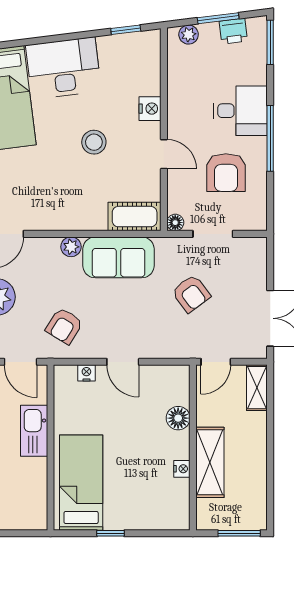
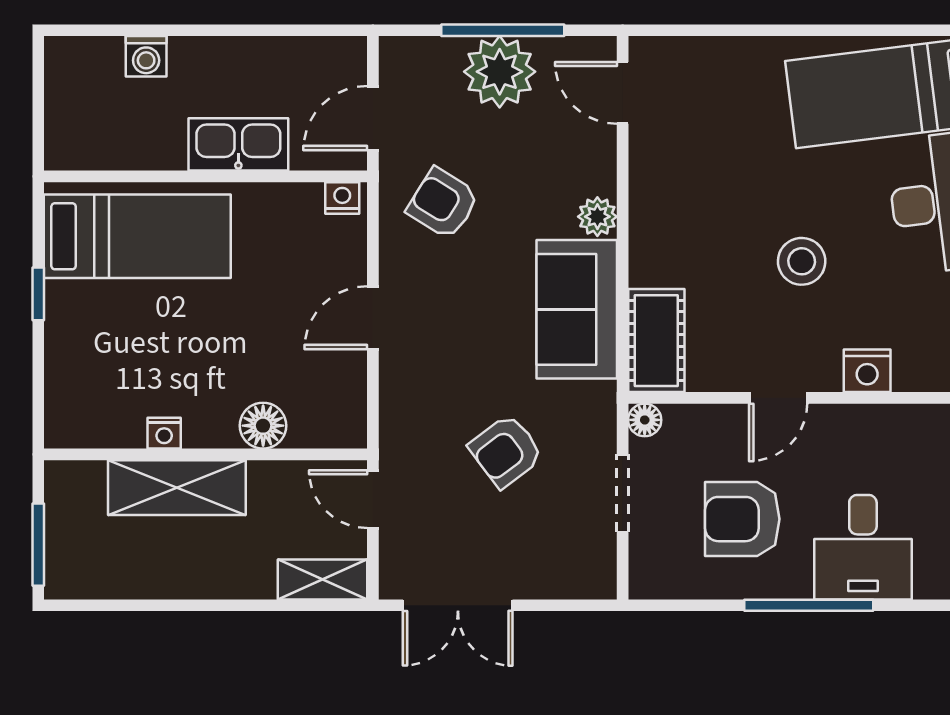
nightstand: (86, 373) -> (342, 198), moved, turned -90

